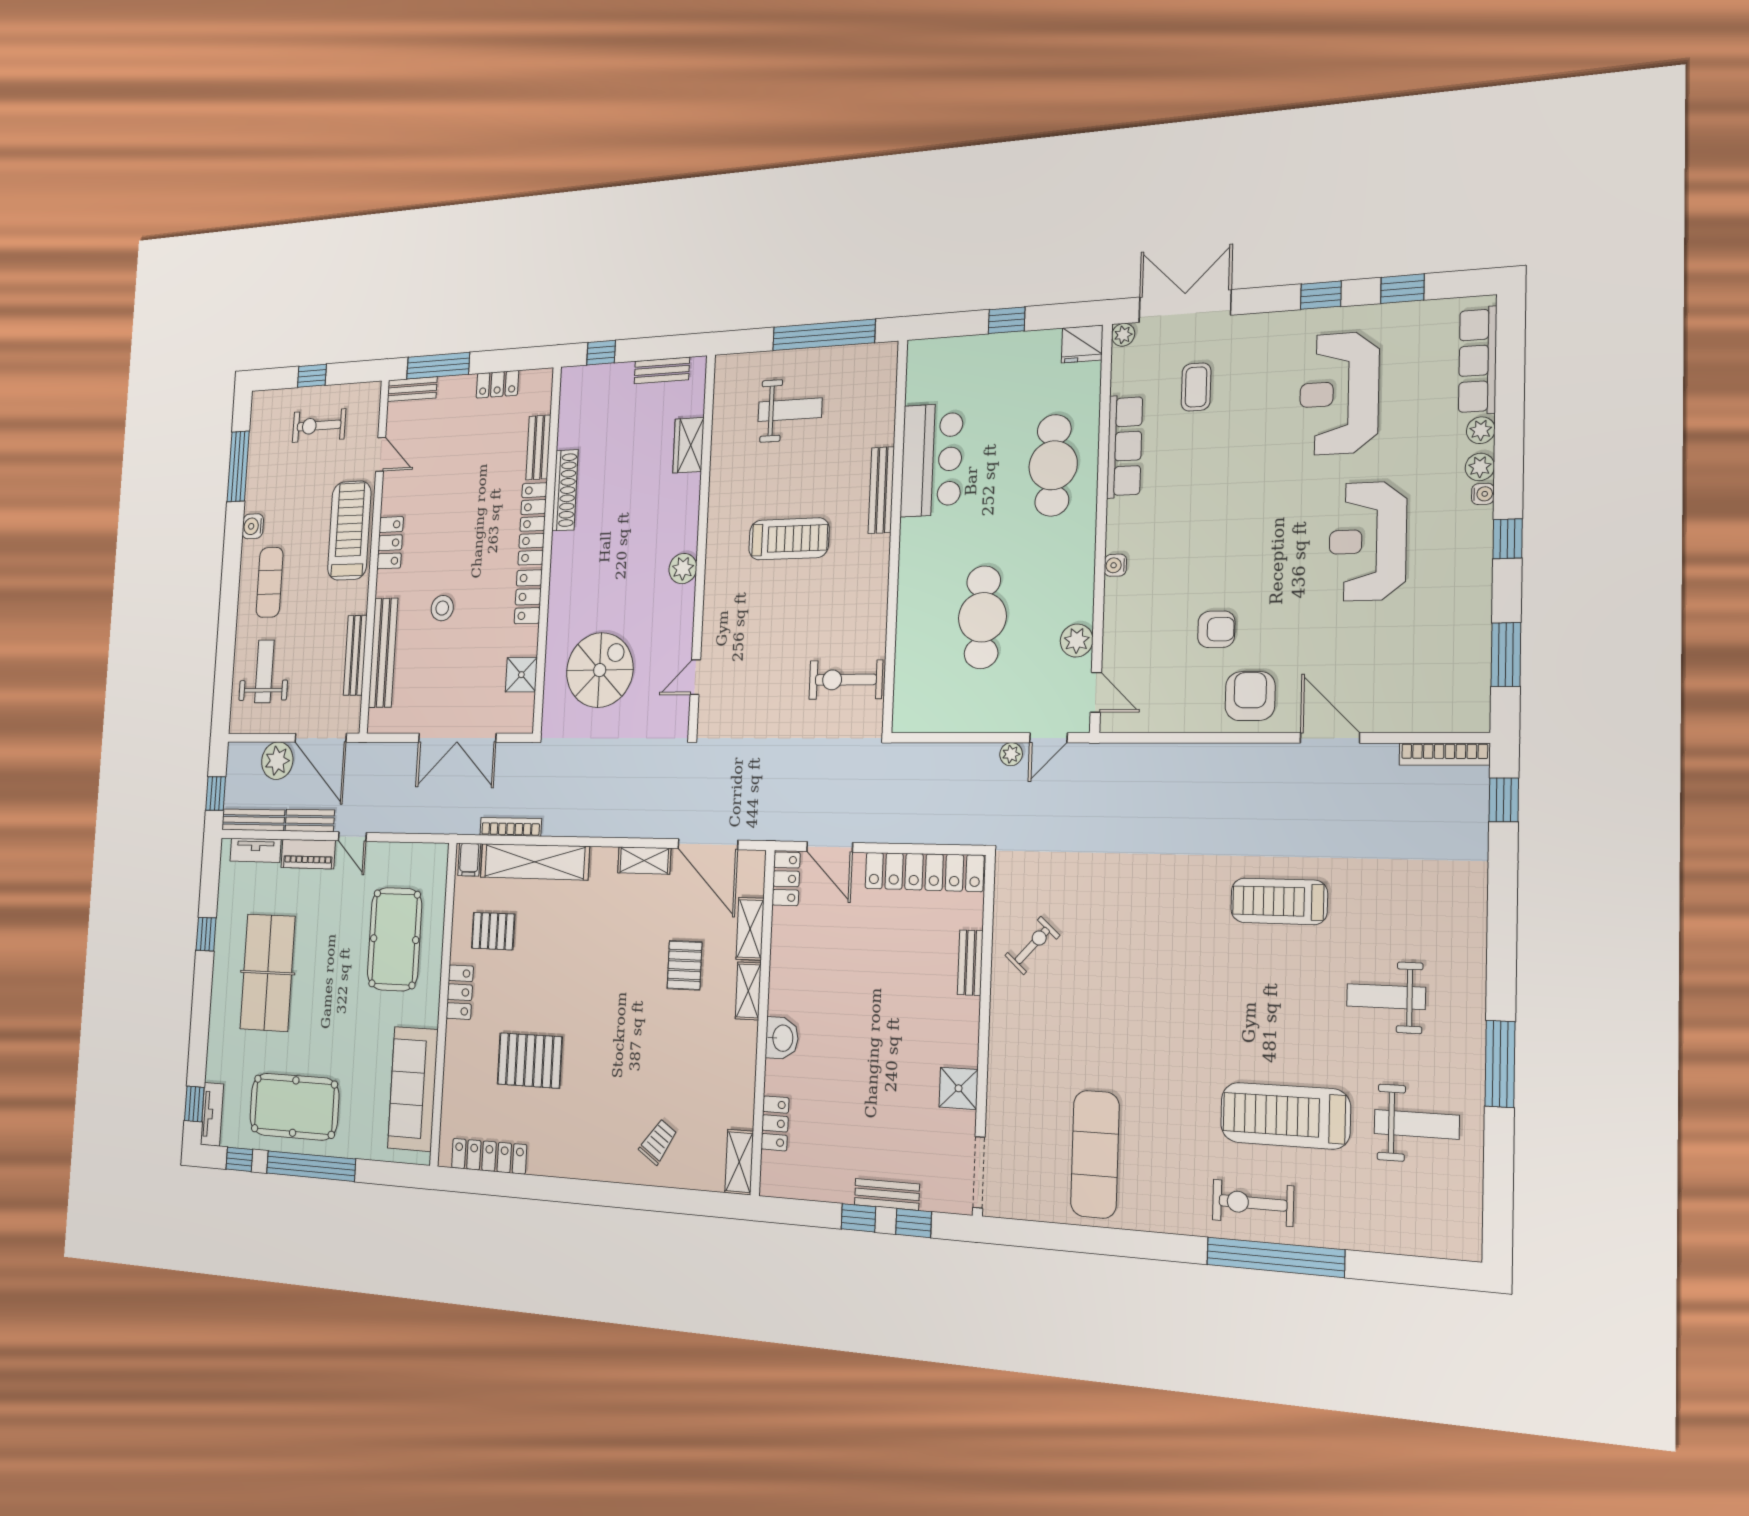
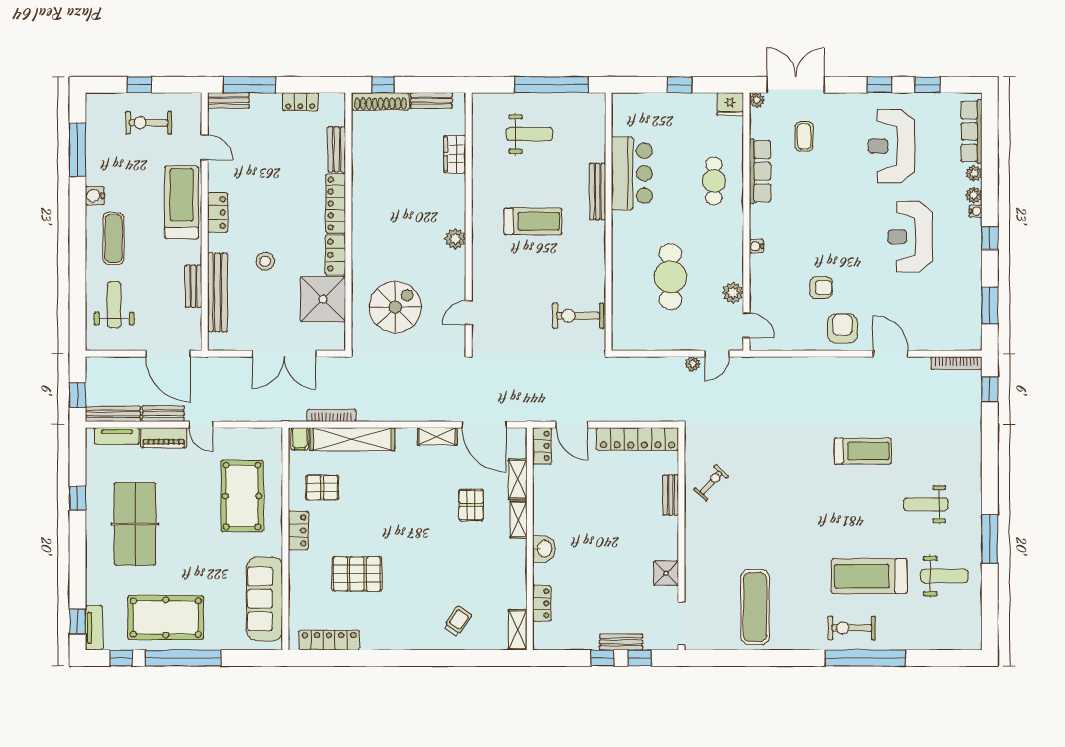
cafe table: (1053, 465) -> (714, 181), width x0.73, depth x0.74
shoe rack: (565, 490) -> (381, 101), moved, turned 90
bench: (355, 655) -> (194, 286), width x0.73
shower: (521, 675) -> (323, 299), width x1.86, depth x1.86
plant: (277, 761) -> (131, 370), removed
treadmill: (1279, 901) -> (863, 451), turned 180

